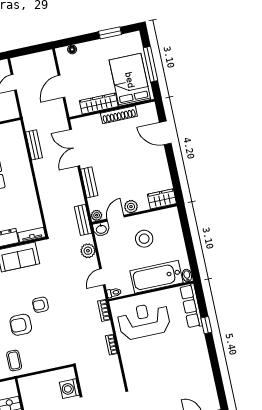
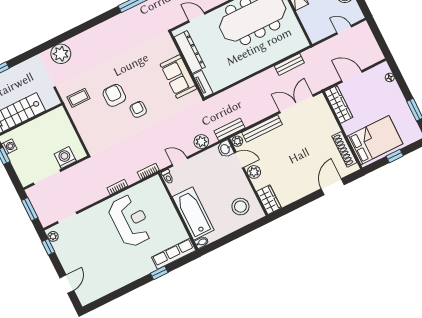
window: (151, 64) -> (395, 156), width x0.46
wardrobe: (99, 104) -> (339, 104), moved
shoe rack: (119, 115) -> (344, 149), moved
bench: (89, 182) -> (262, 129), width x1.36
stool: (144, 239) -> (240, 207), moved
reception desk: (144, 321) -> (130, 221), moved

